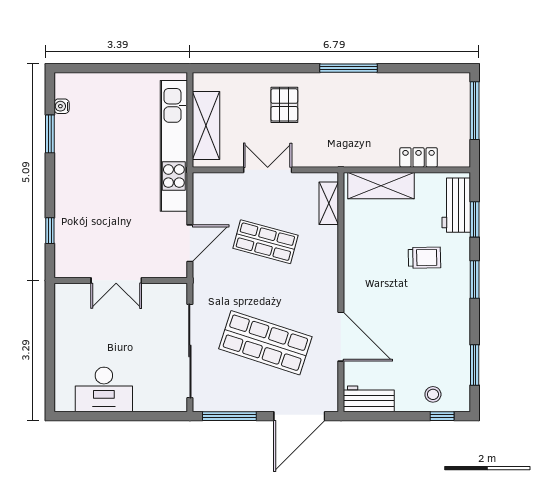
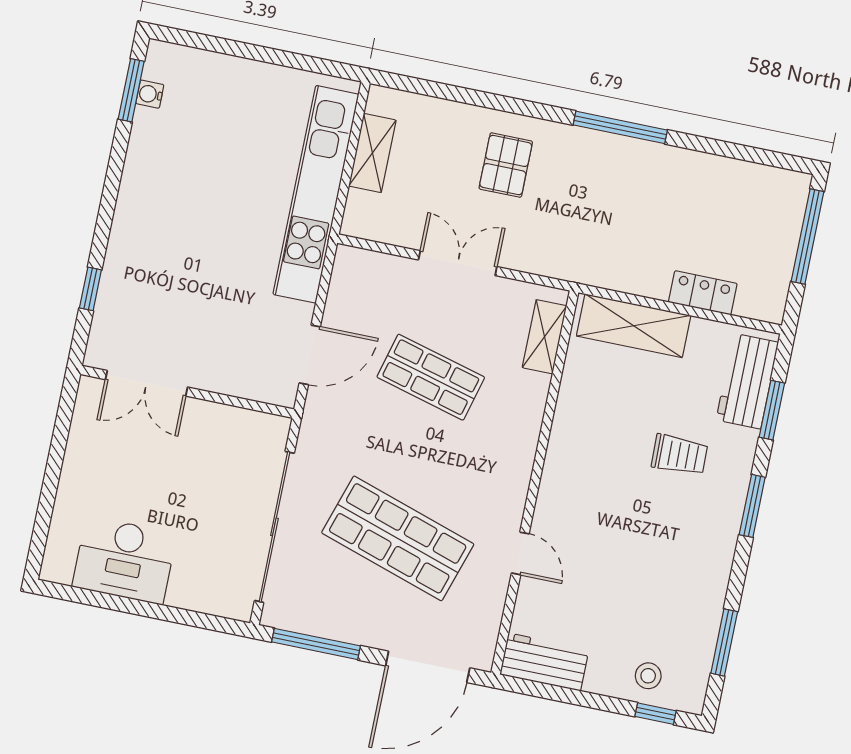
shelving: (206, 126) -> (372, 153), width x0.67, depth x0.75
window: (50, 134) -> (131, 90), moved
double door: (116, 280) -> (146, 383), moved
door: (341, 337) -> (520, 553), width x0.53

